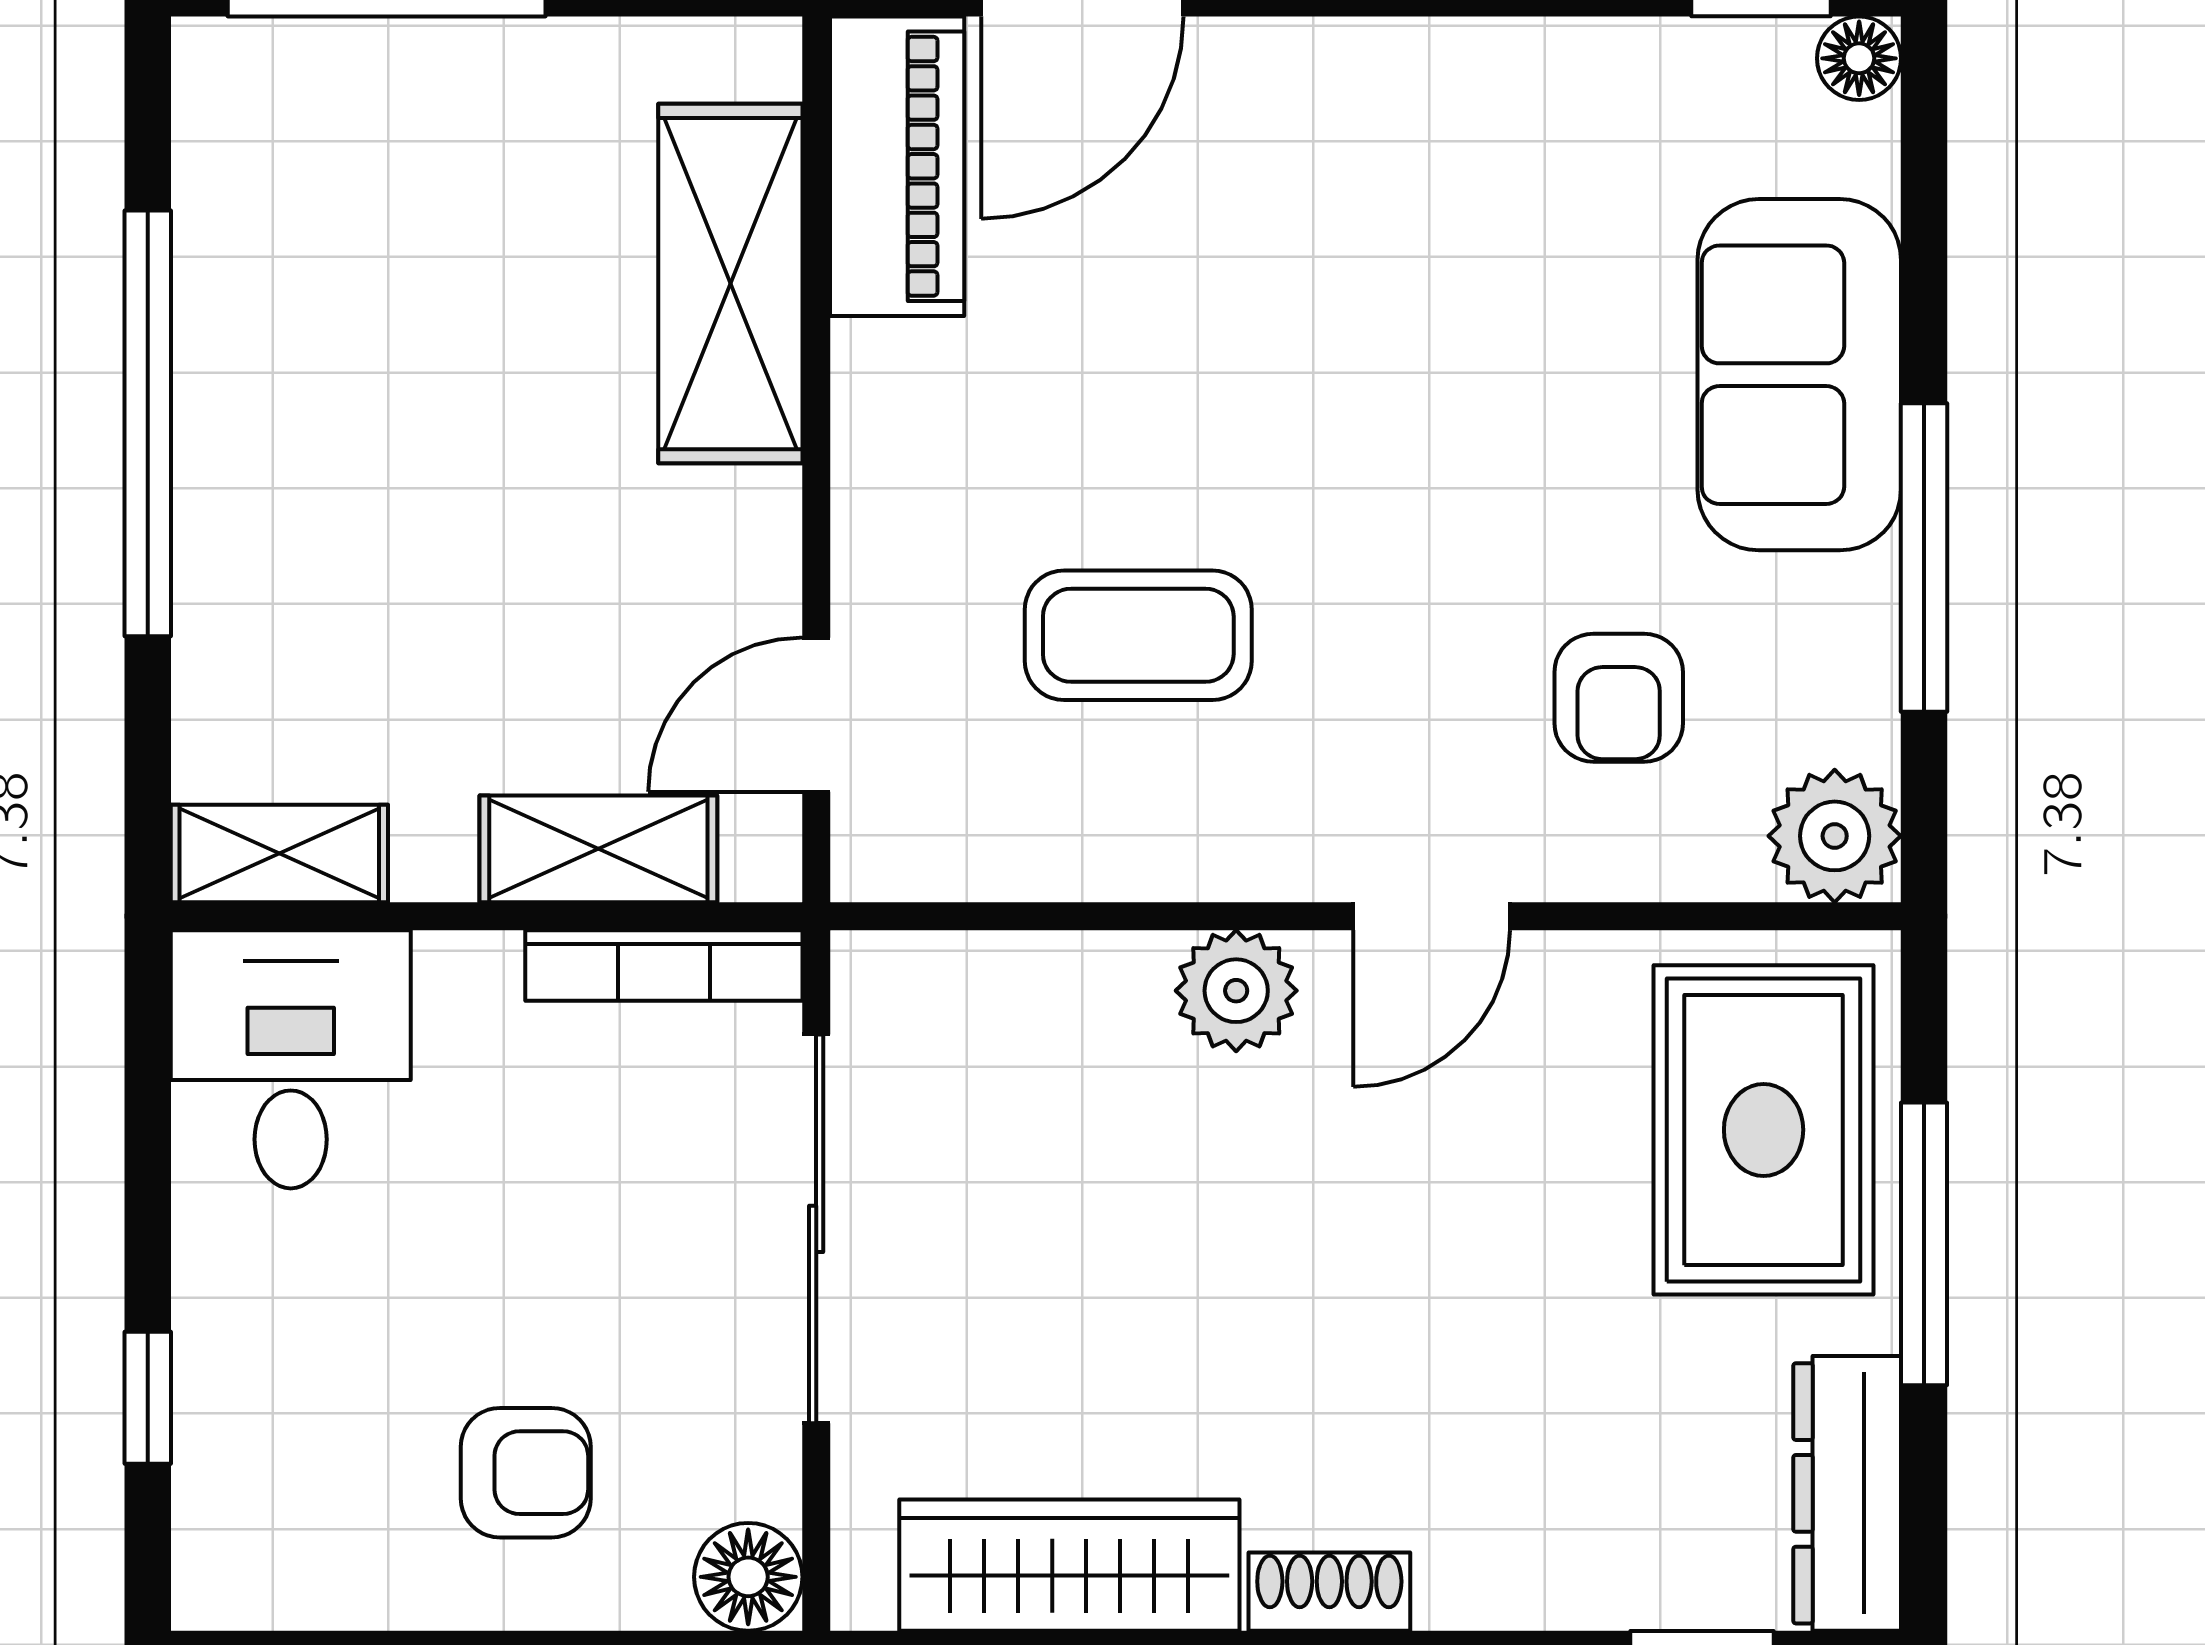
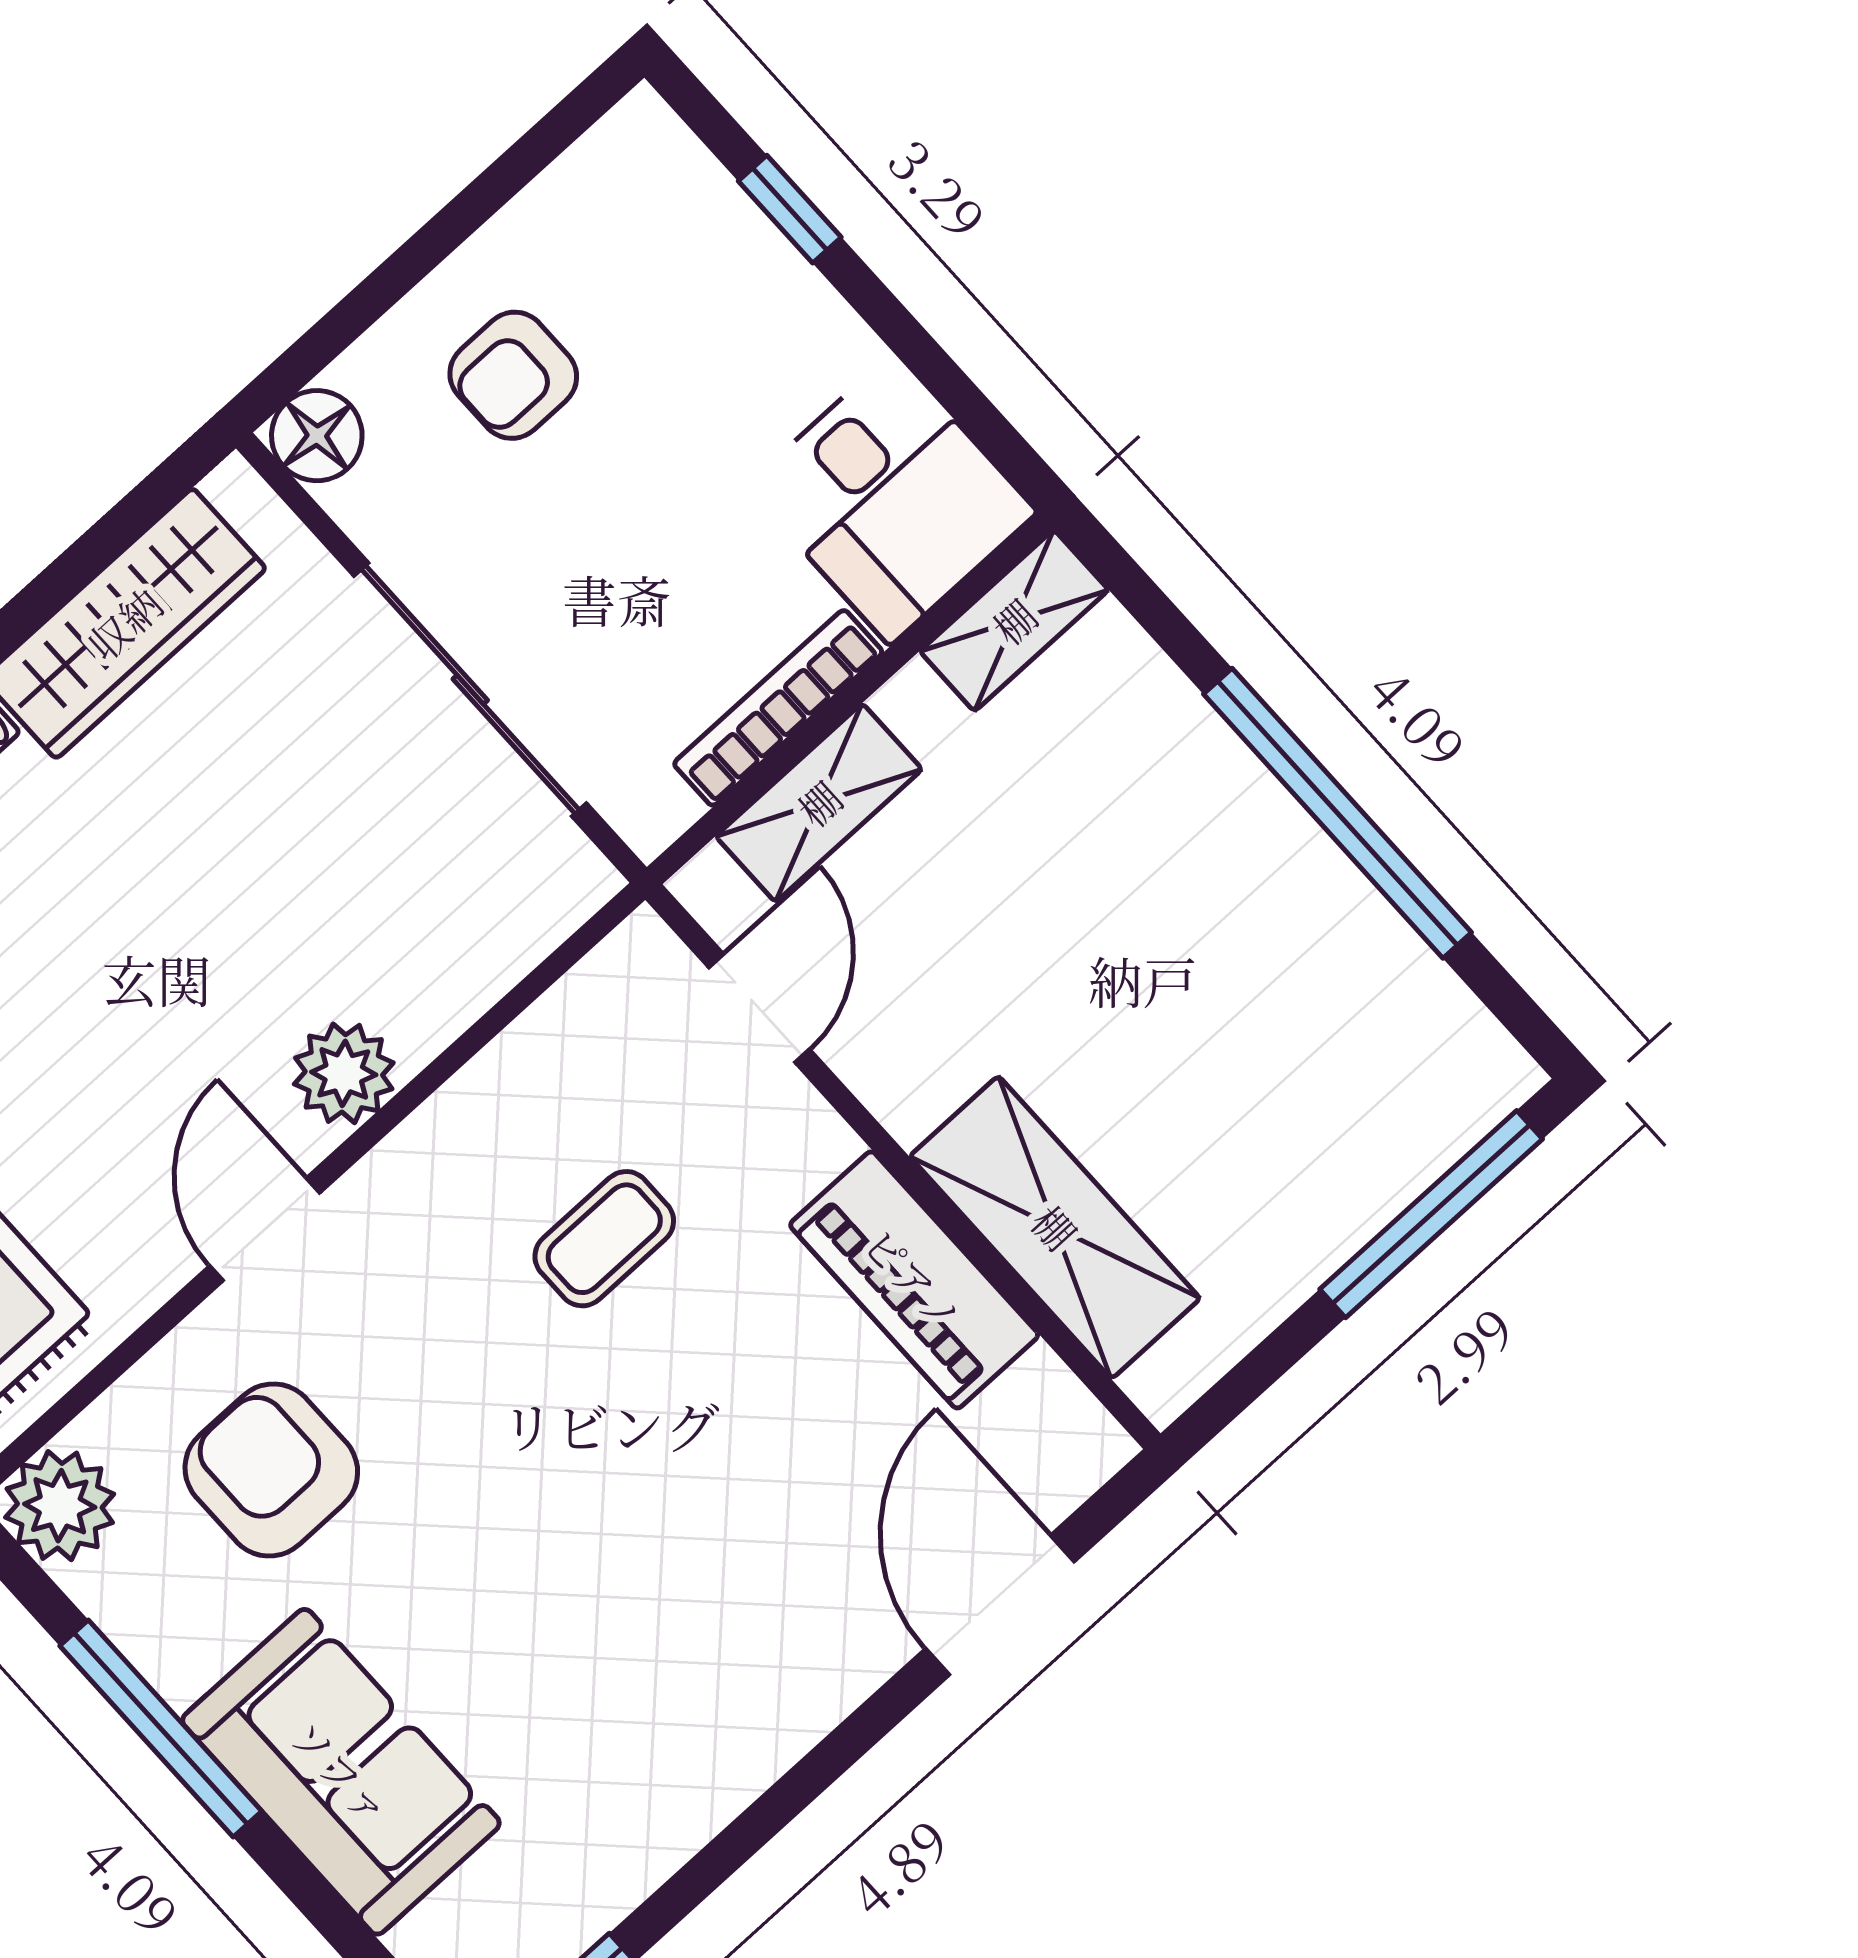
piano: (897, 166) -> (914, 1280), moved
coffee table: (1138, 635) -> (604, 1239), width x0.73, depth x0.77
armchair: (1619, 698) -> (271, 1470), width x1.38, depth x1.38
bookcase: (664, 965) -> (778, 708), moved

